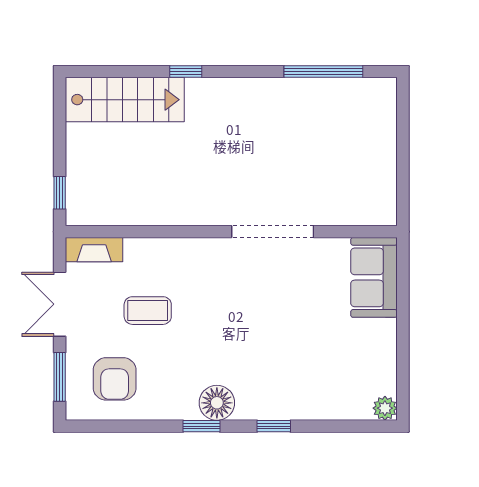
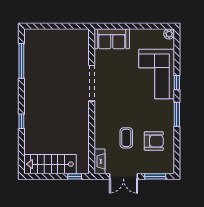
stairs: (125, 100) -> (50, 164), moved, turned -90
armchair: (115, 379) -> (154, 141), moved
corner sofa: (294, 380) -> (157, 74), added
floor lamp: (217, 403) -> (167, 108), removed
window: (202, 426) -> (177, 114), width x1.50

